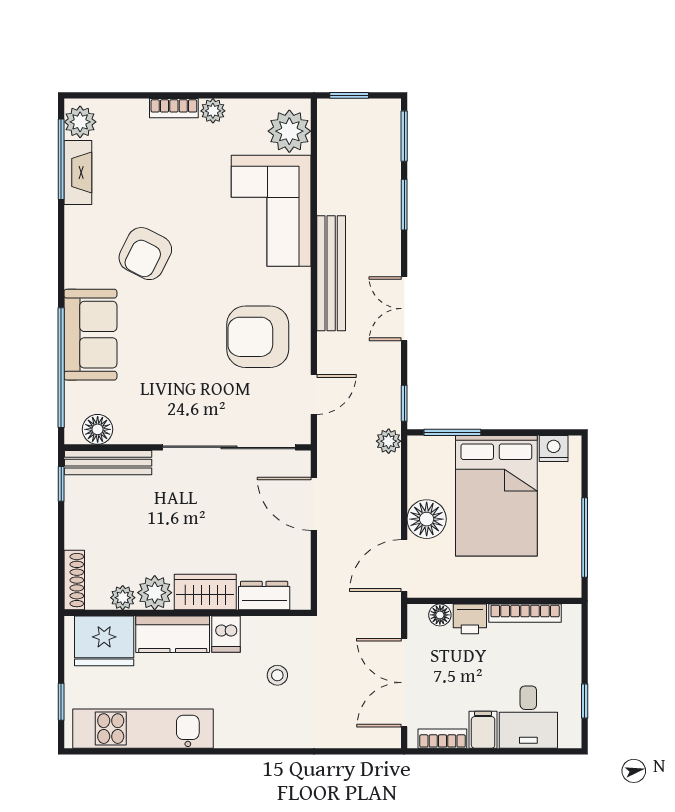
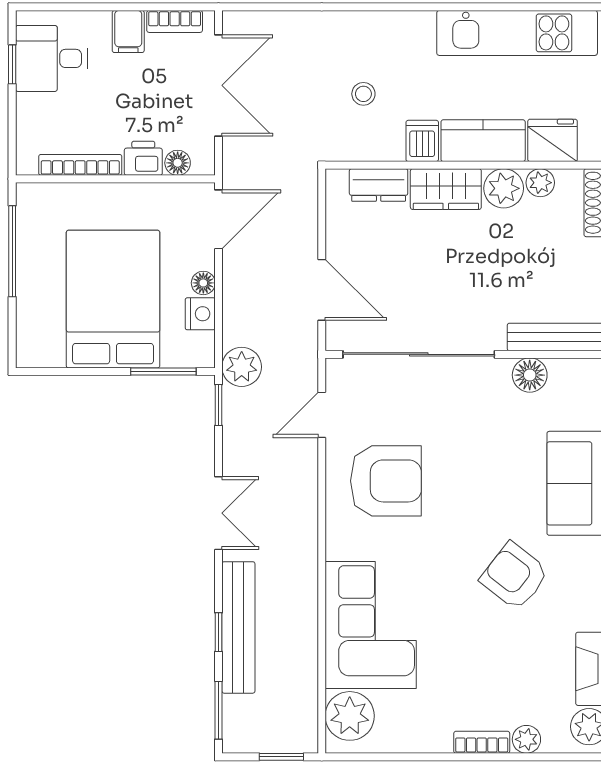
plant: (213, 111) -> (526, 739), moved
window: (404, 205) -> (219, 632), width x0.67
armchair: (145, 254) -> (514, 576), turned -79
bench: (331, 273) -> (238, 627), moved
floor lamp: (98, 429) -> (530, 375), moved
plant: (389, 441) -> (242, 367), width x1.38, depth x1.38
nightstand: (554, 448) -> (200, 314), moved, turned -90
floor lamp: (427, 519) -> (203, 283), width x0.53, depth x0.53
fridge: (104, 641) -> (553, 140), width x0.73, depth x0.75
desk: (528, 717) -> (51, 58), moved, turned -90

